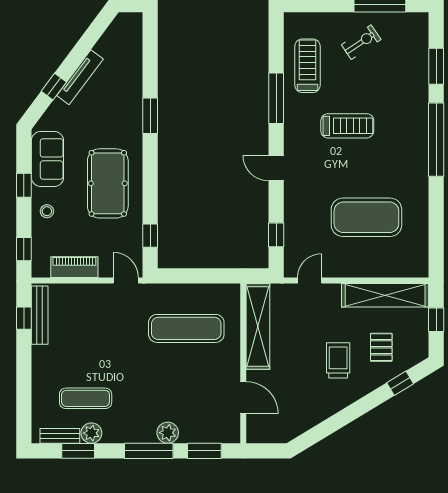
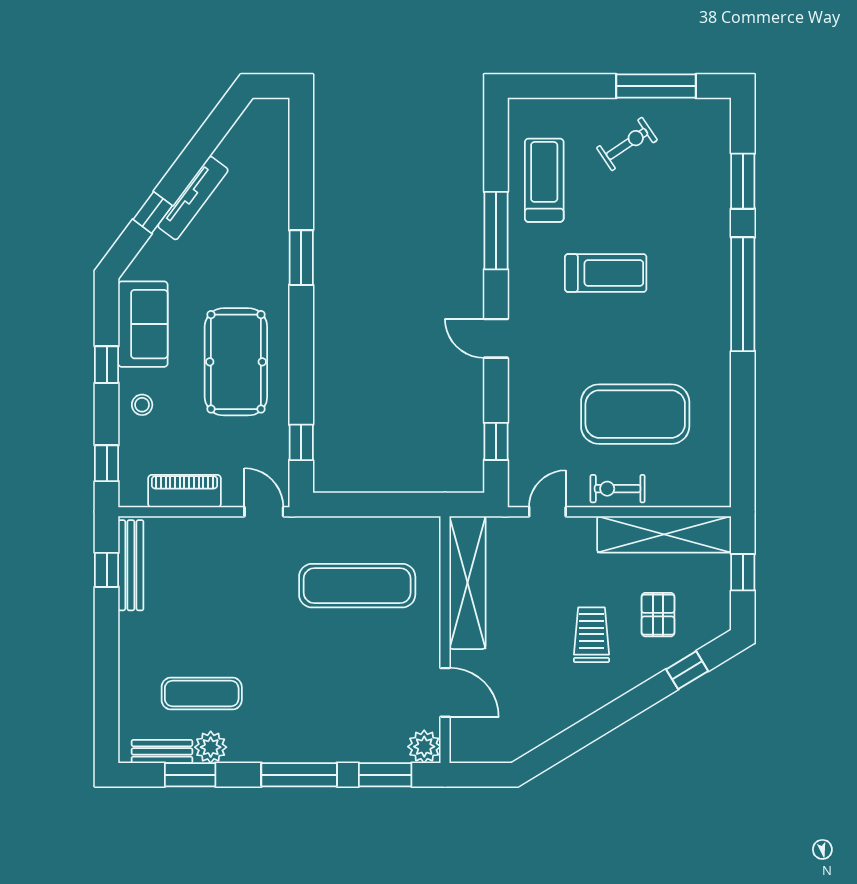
exercise bike: (355, 266) -> (618, 489), added
plant: (168, 433) -> (424, 747), moved

